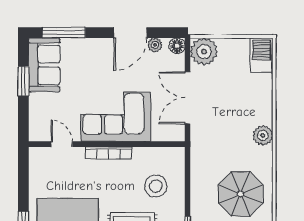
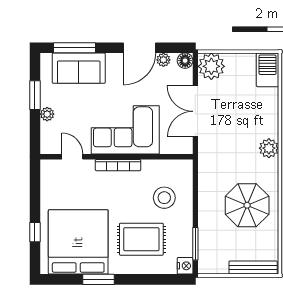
sofa: (44, 65) -> (79, 68), moved, turned 90
plant: (36, 101) -> (47, 114), added

